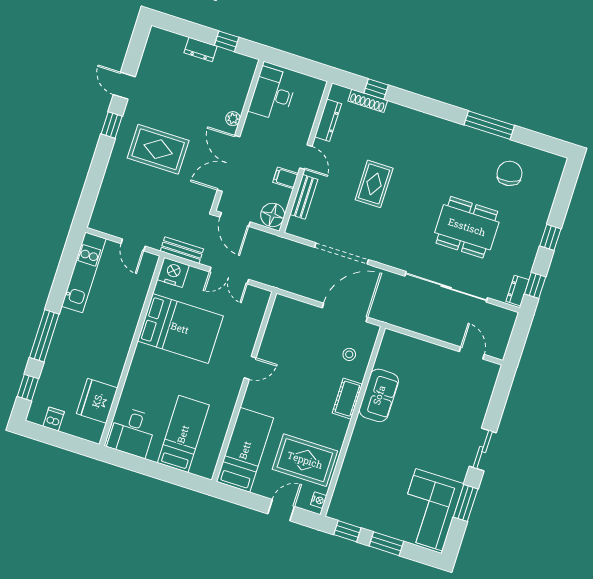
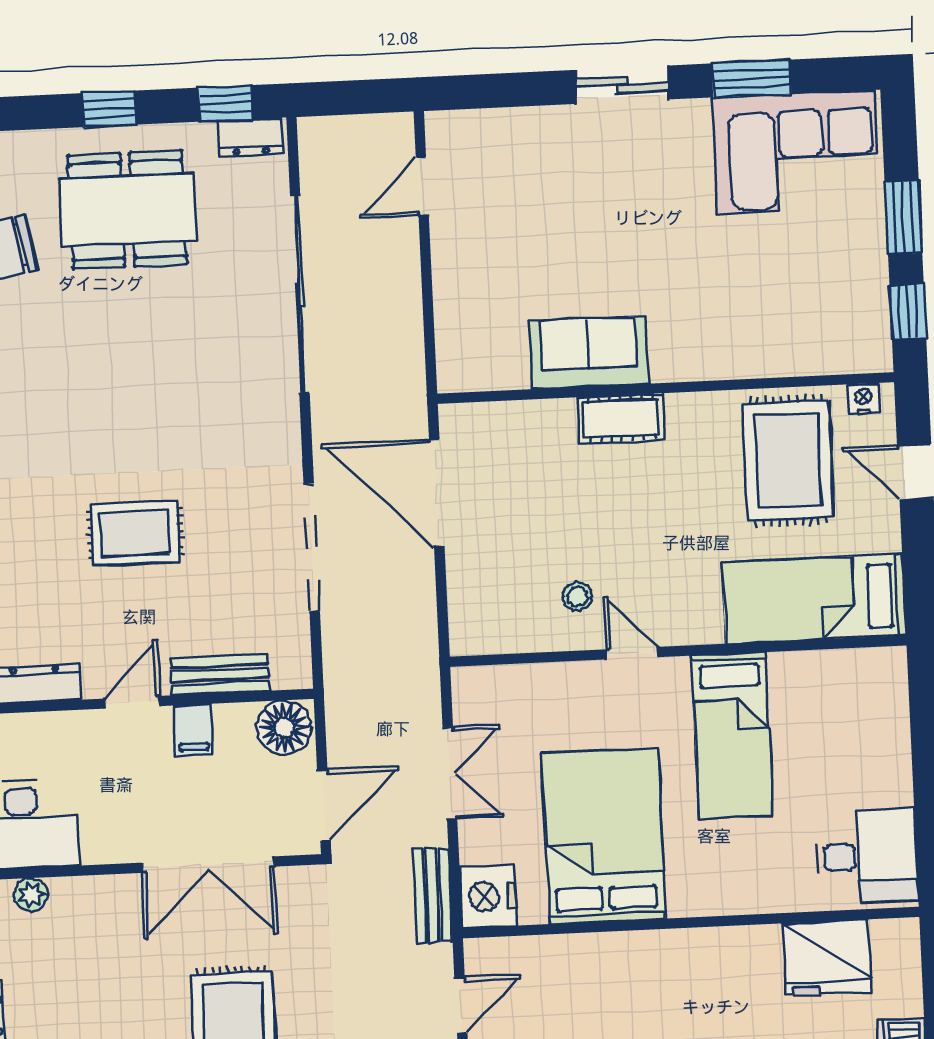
plant: (233, 119) -> (31, 895), moved
dining table: (467, 227) -> (127, 210), moved, turned 90
stool: (349, 354) -> (577, 597), moved
bed: (183, 434) -> (732, 736), moved, turned -90

